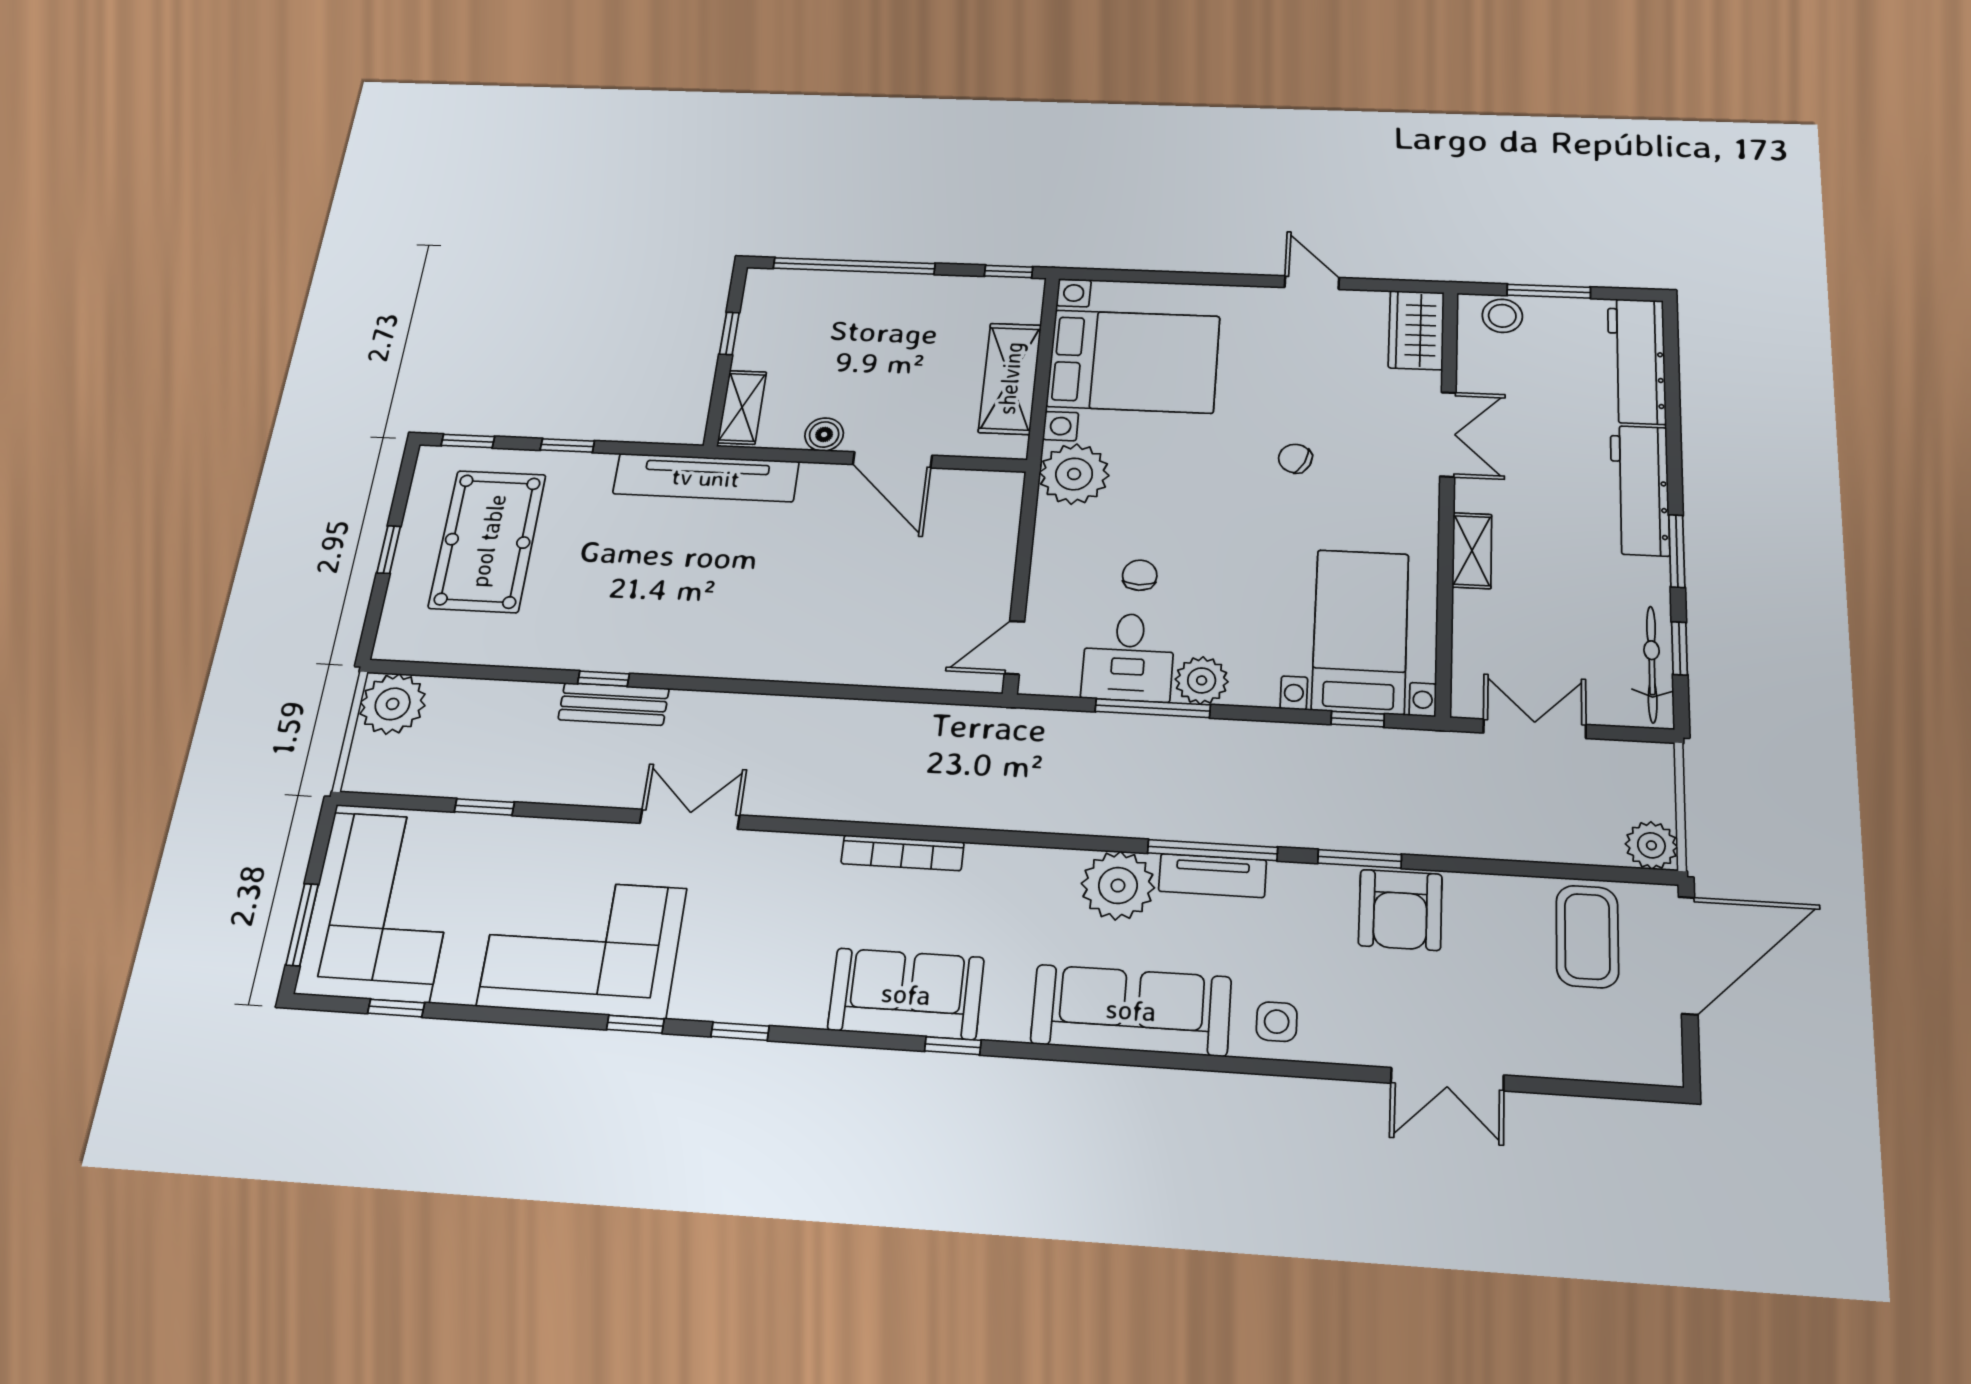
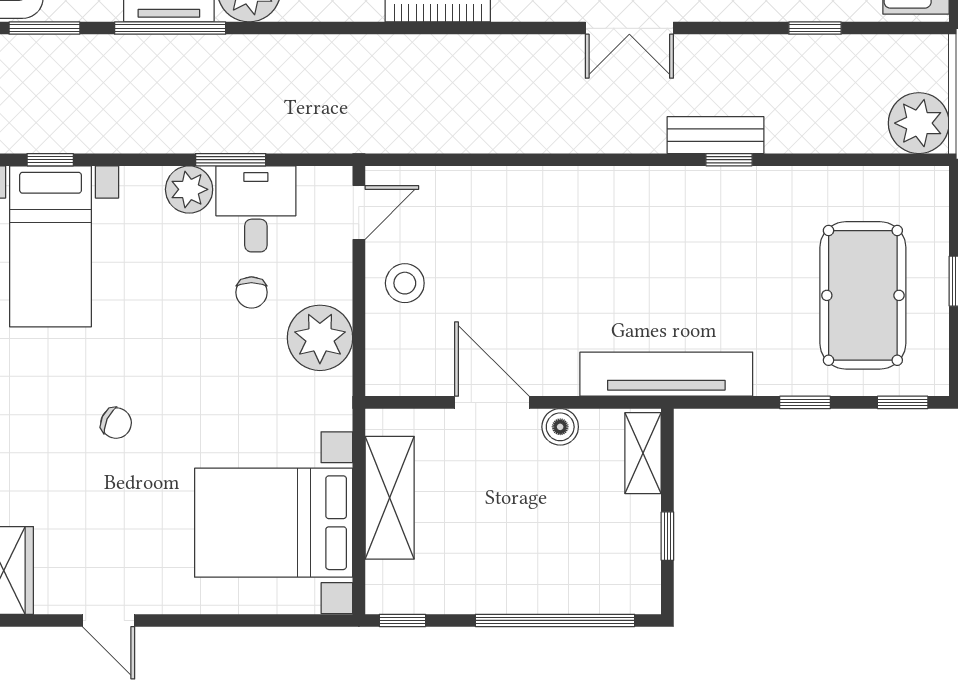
plant: (1074, 474) -> (320, 338), moved
stool: (972, 576) -> (405, 283), added
window: (1153, 708) -> (231, 160), width x0.69

